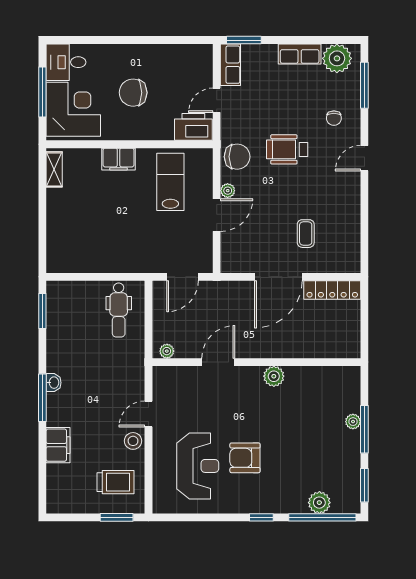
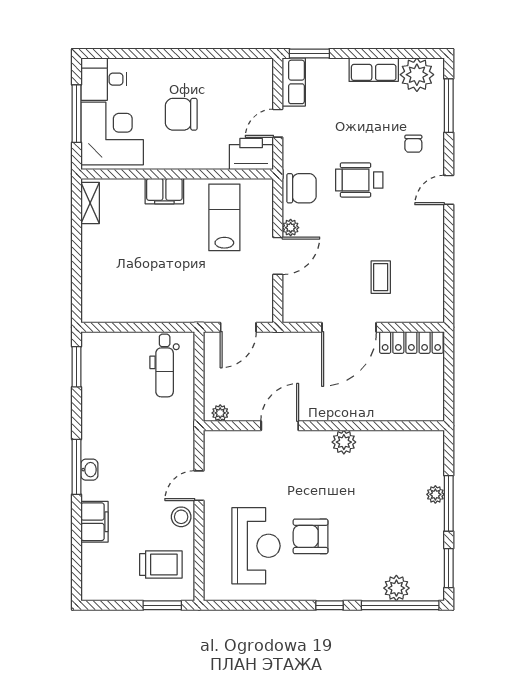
washbasin: (54, 383) -> (89, 470), moved

